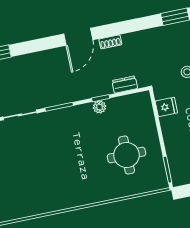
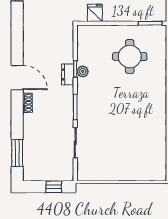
shoe rack: (110, 42) -> (27, 103), moved
dresser: (125, 85) -> (68, 74), moved

